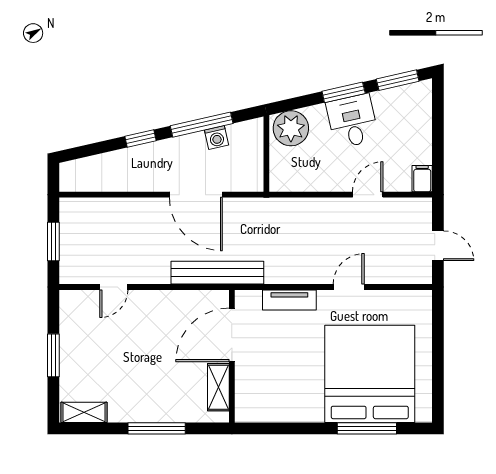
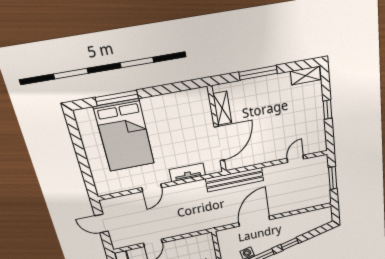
door: (196, 195) -> (254, 221), hinge flipped
window: (53, 355) -> (327, 110), width x0.67
bed: (370, 374) -> (124, 136), width x0.73

